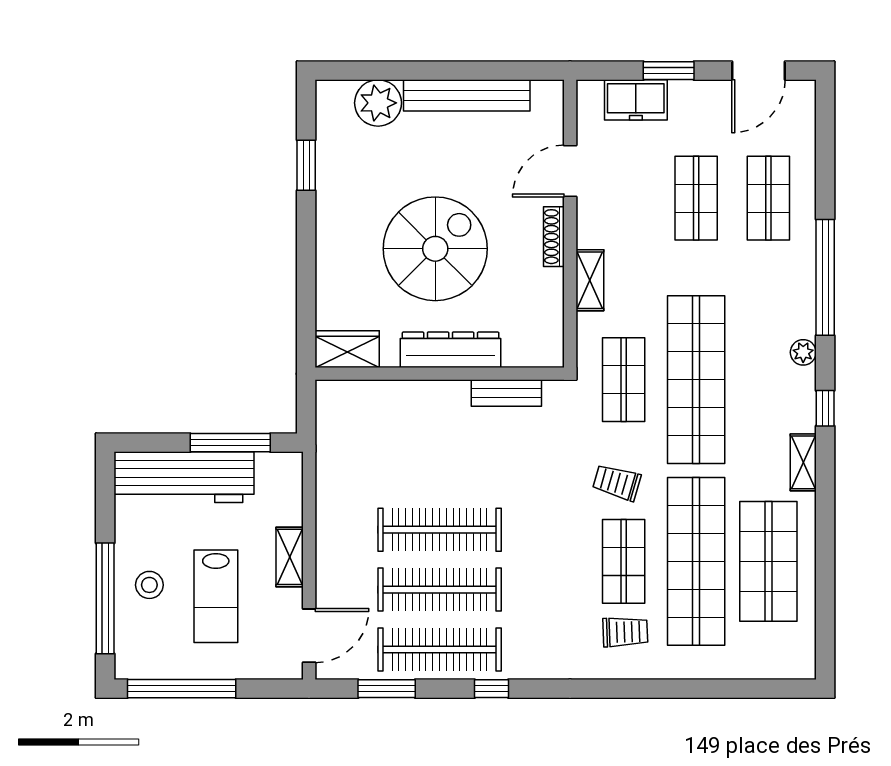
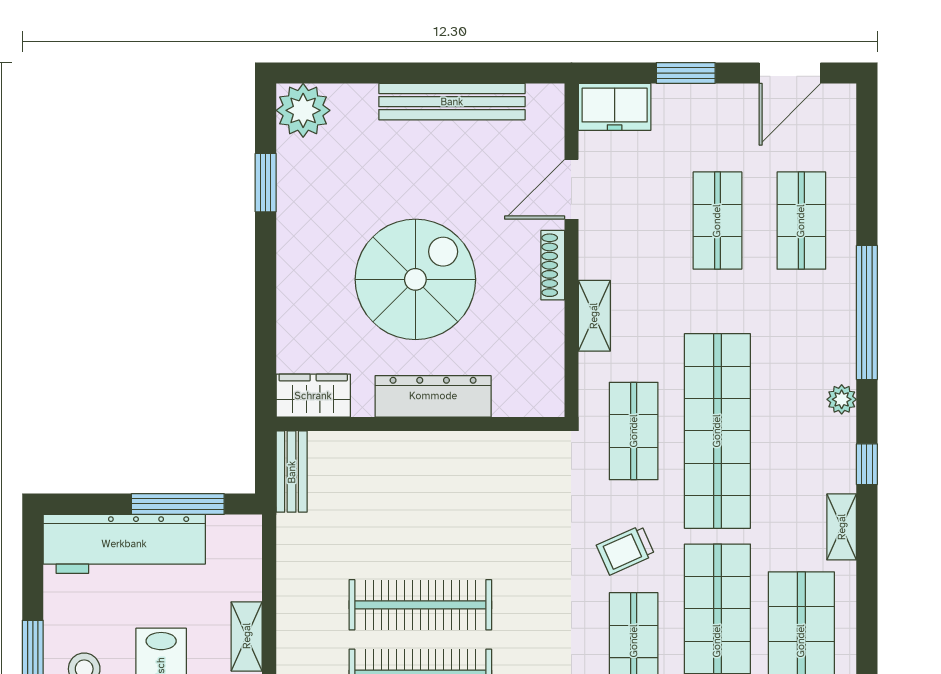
freezer: (636, 100) -> (615, 107), moved
plant: (378, 103) -> (303, 110), moved
bench: (506, 393) -> (292, 472), moved, turned 90
trolley: (617, 482) -> (626, 550), turned -40

